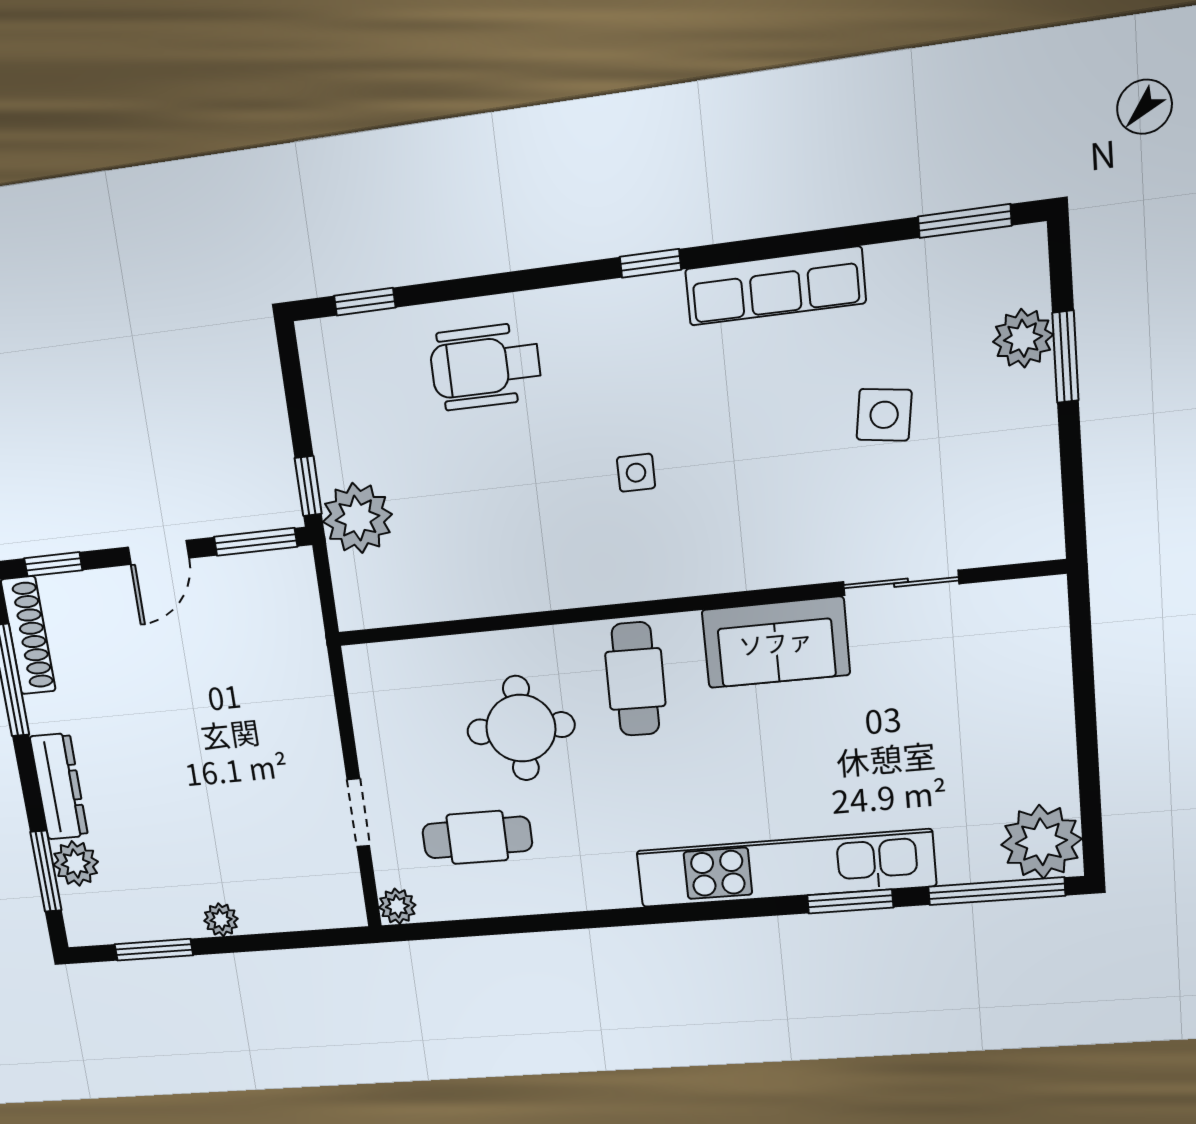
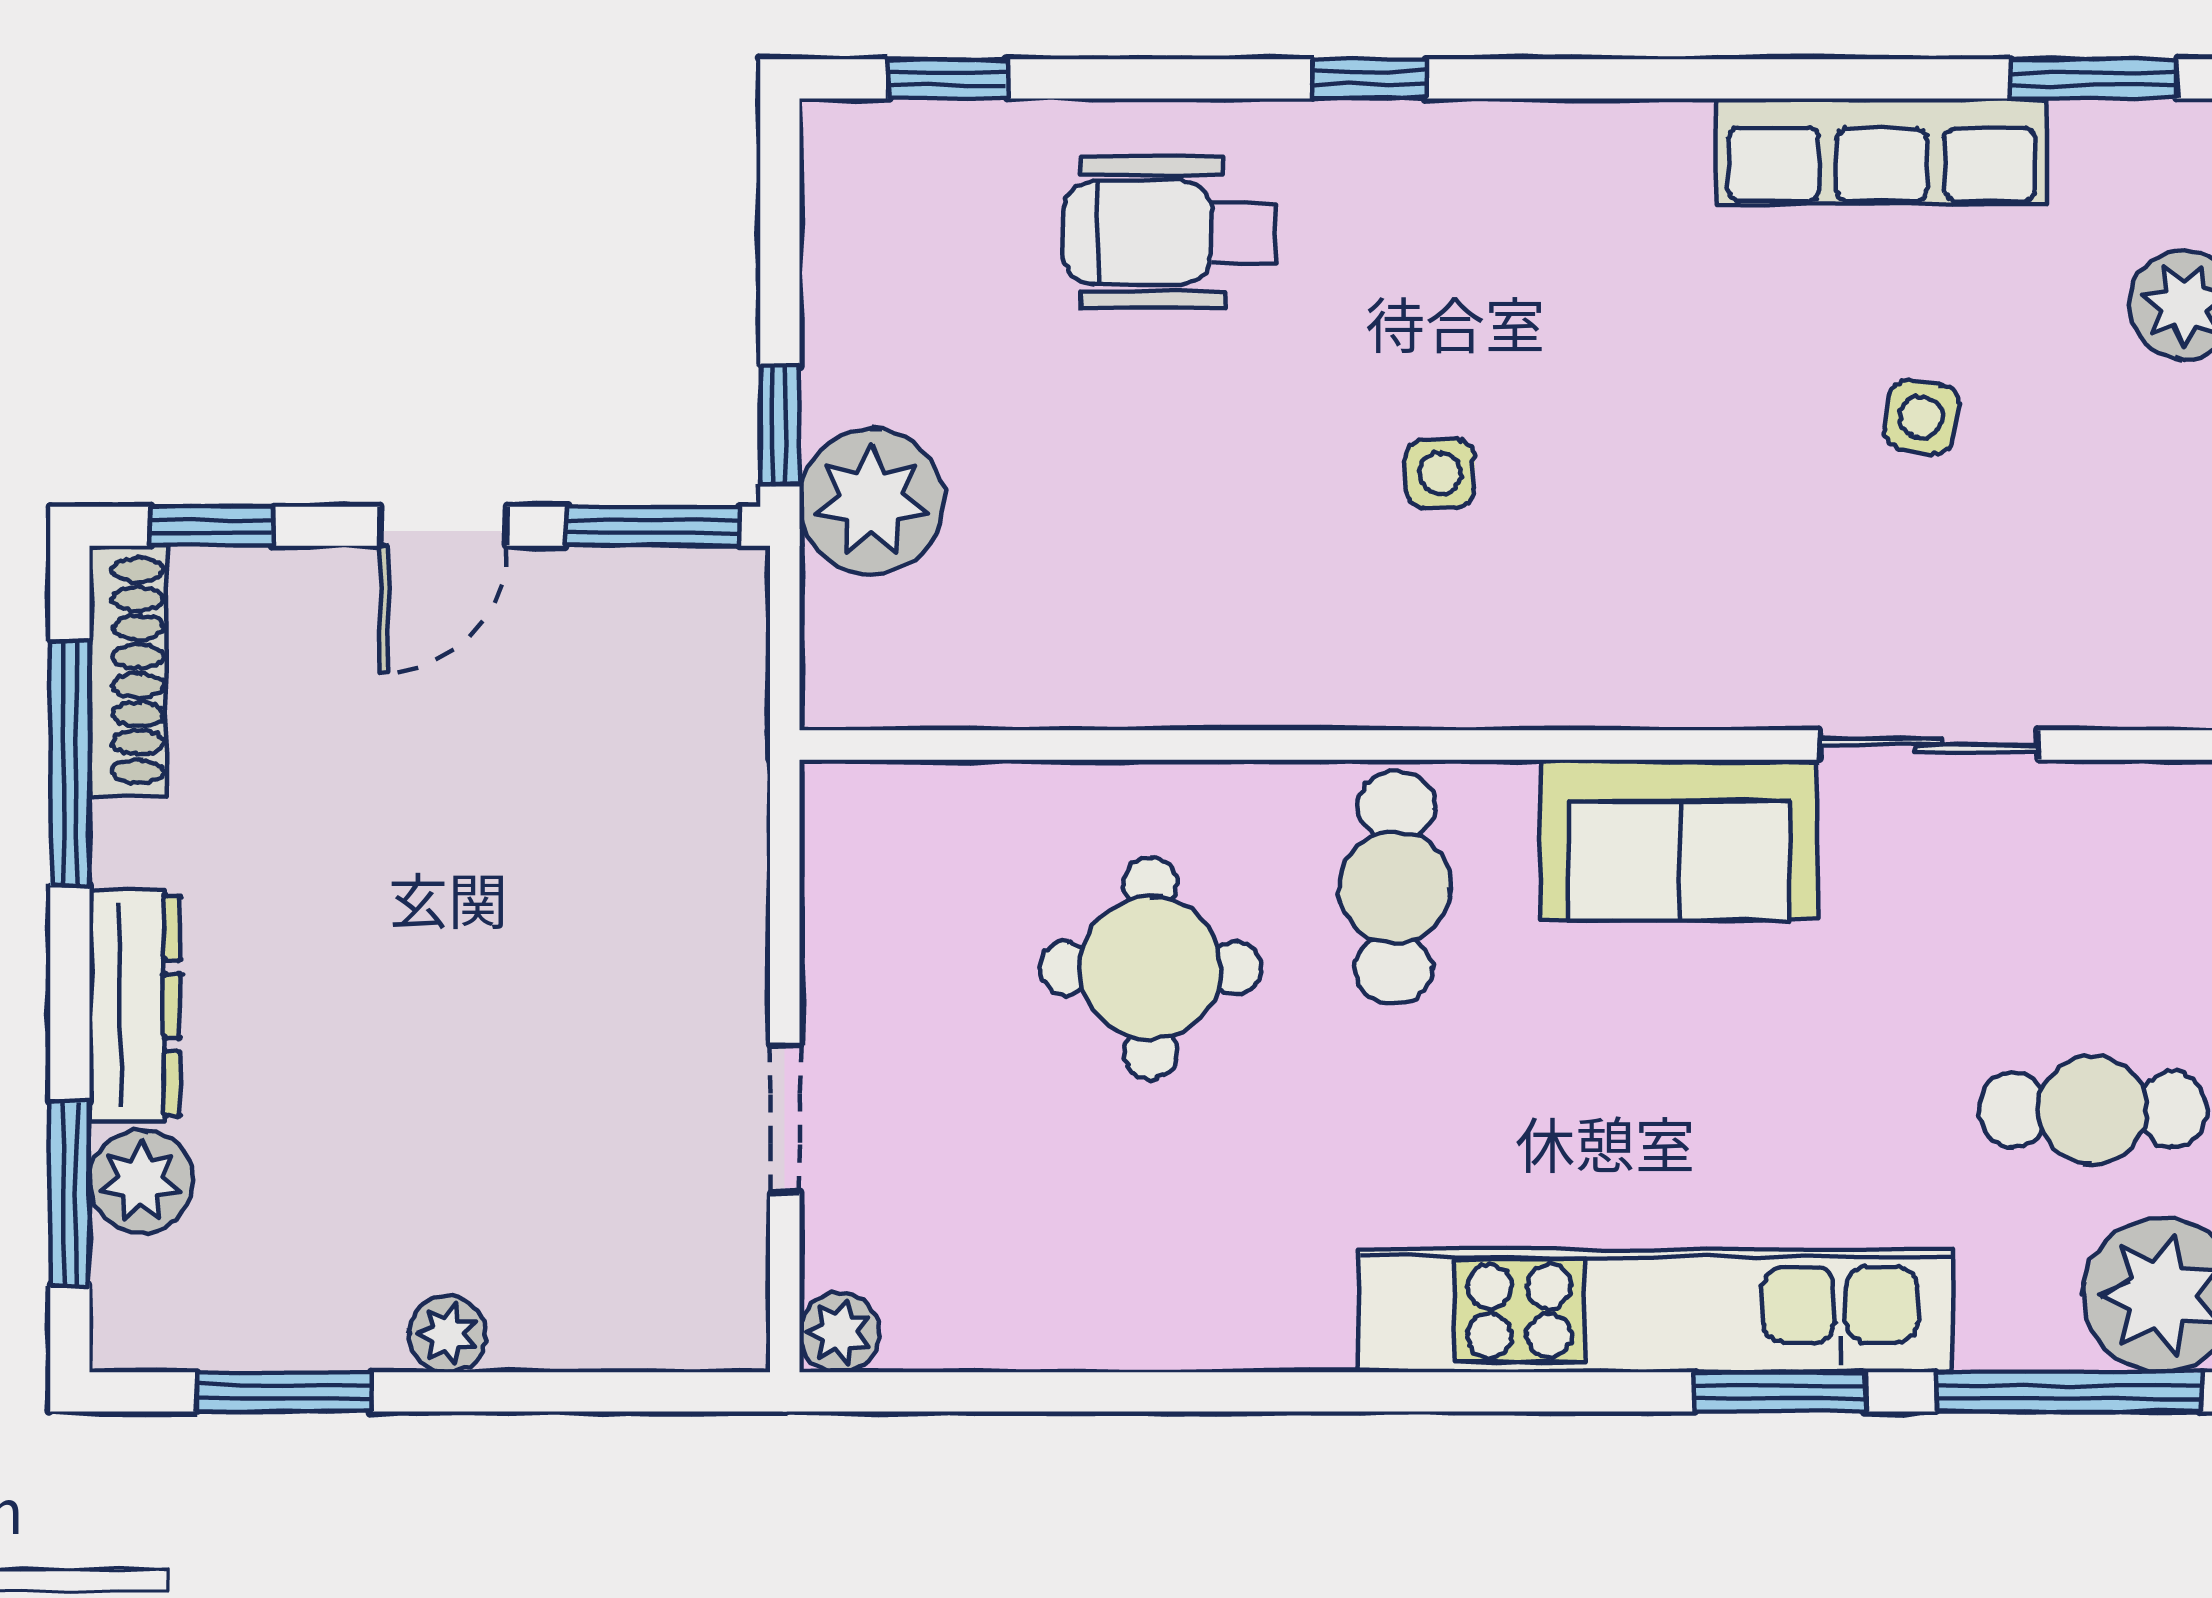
window: (650, 263) -> (1369, 79), moved
row of seats: (775, 286) -> (1882, 152), moved
side table: (884, 415) -> (1921, 417), width x0.73, depth x0.73
cafe table: (477, 837) -> (2093, 1110), moved

